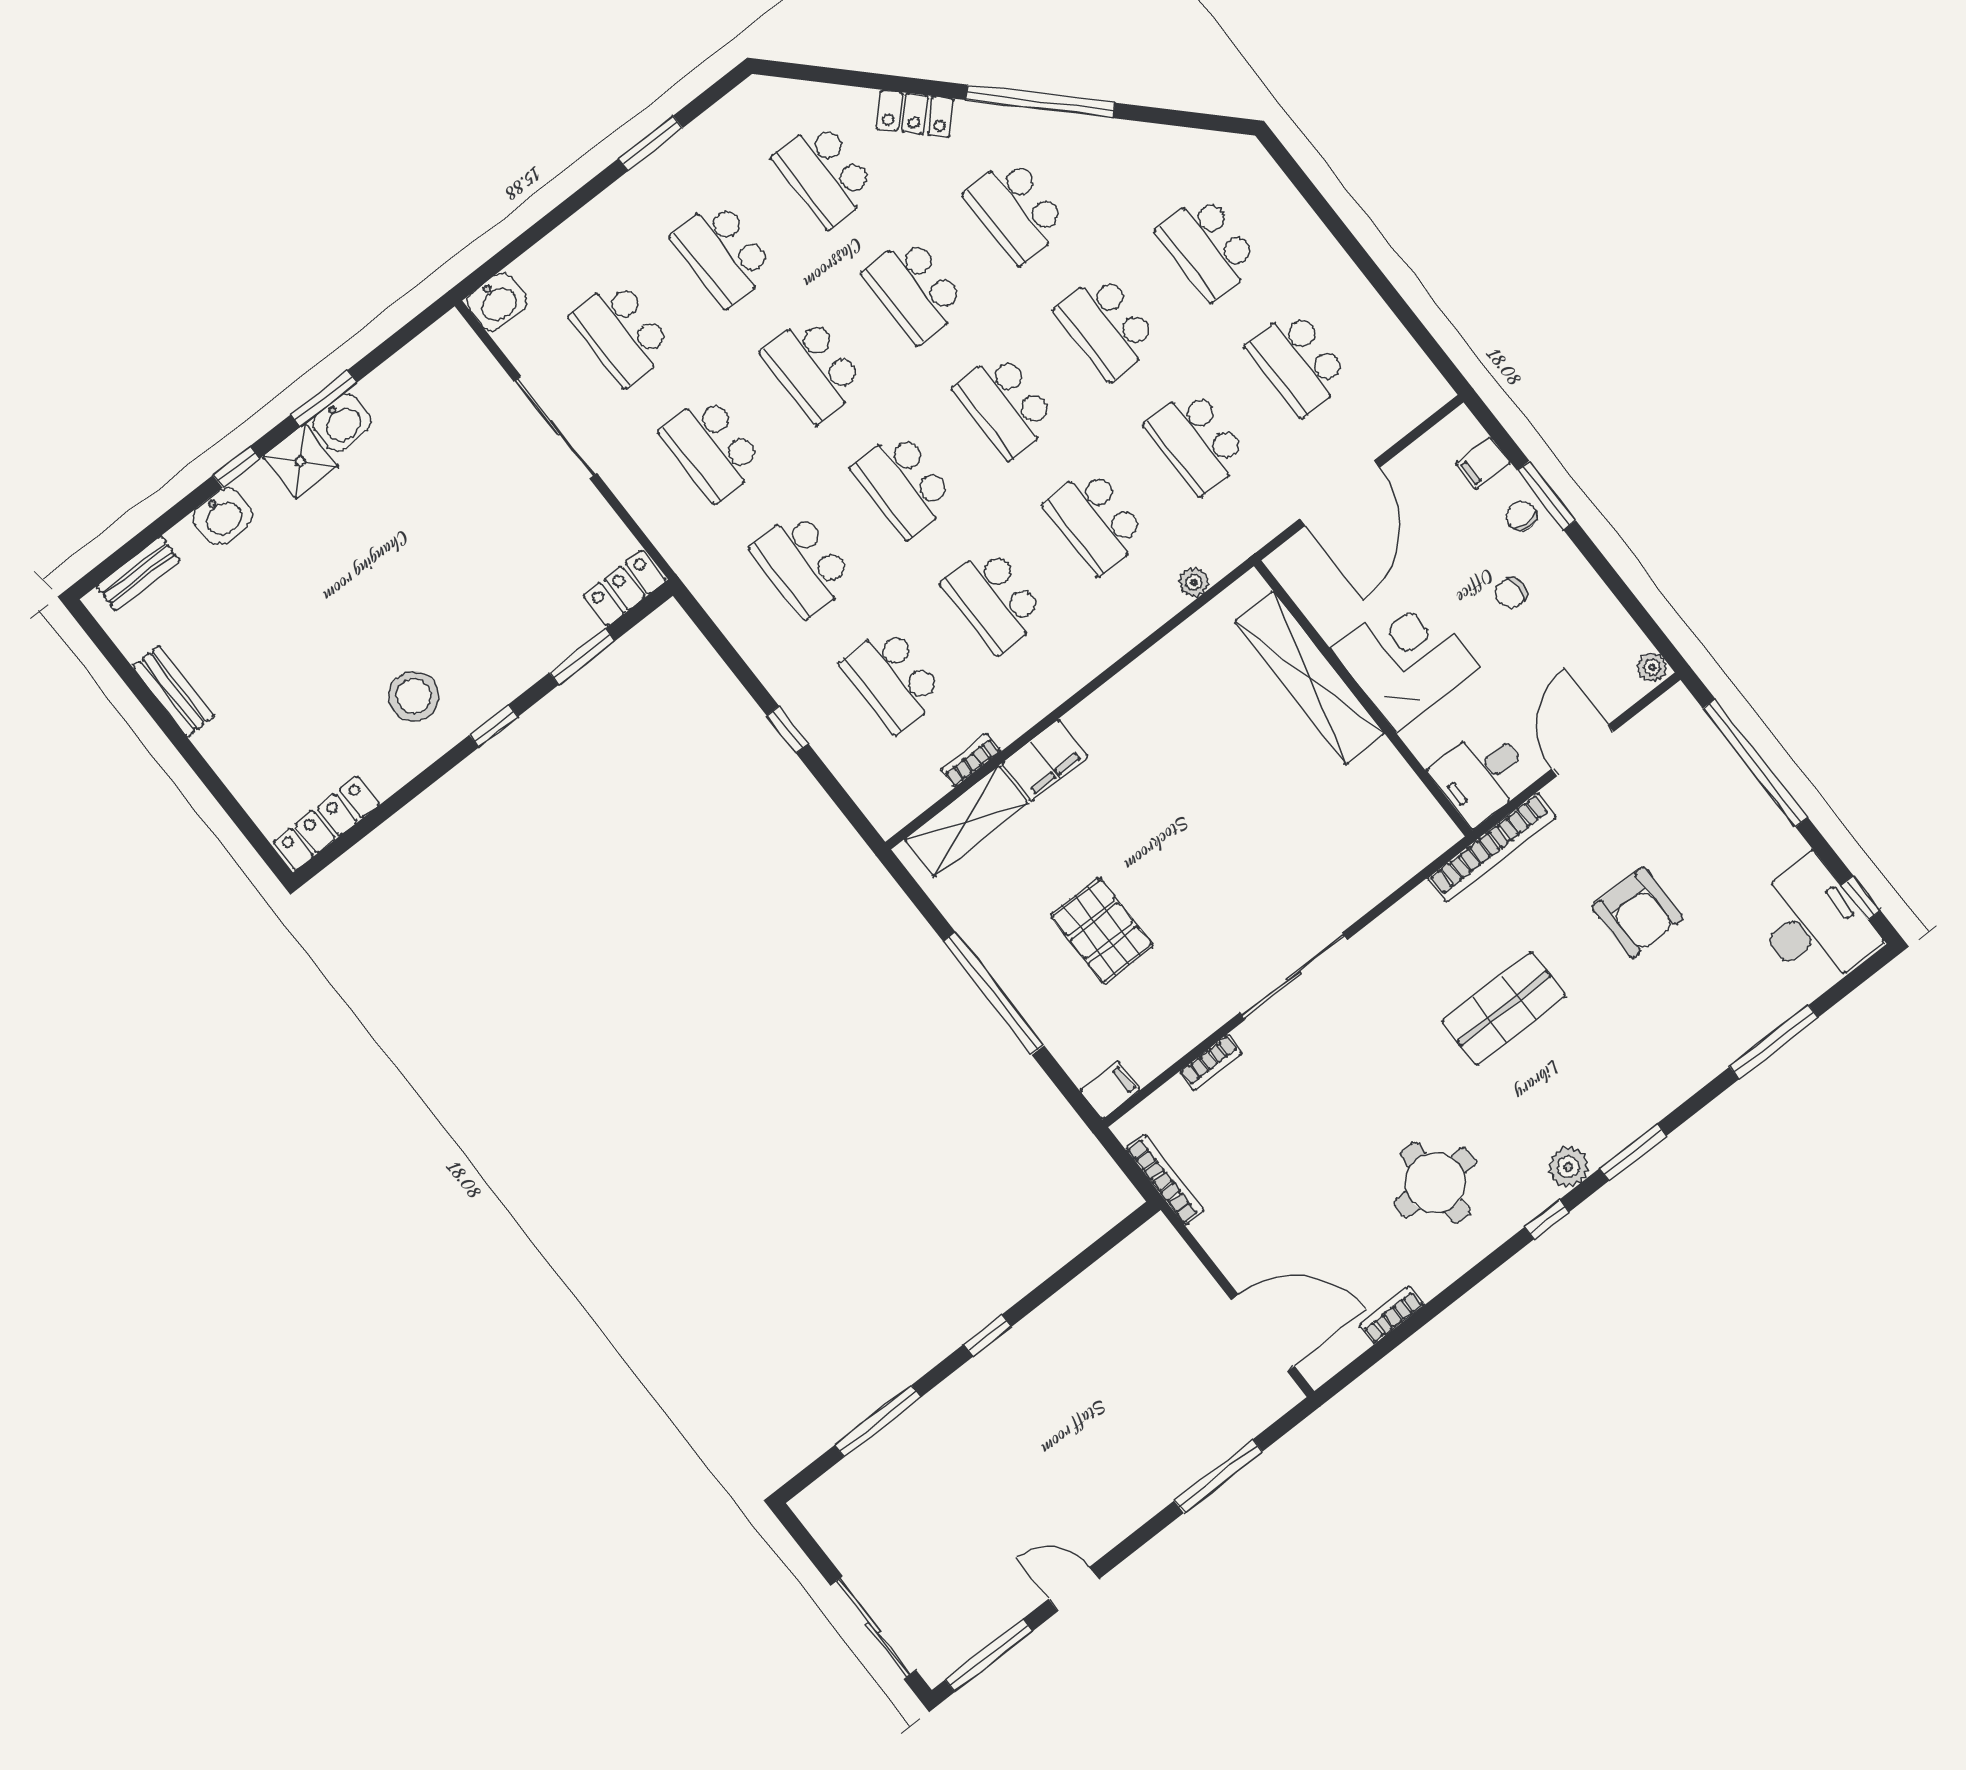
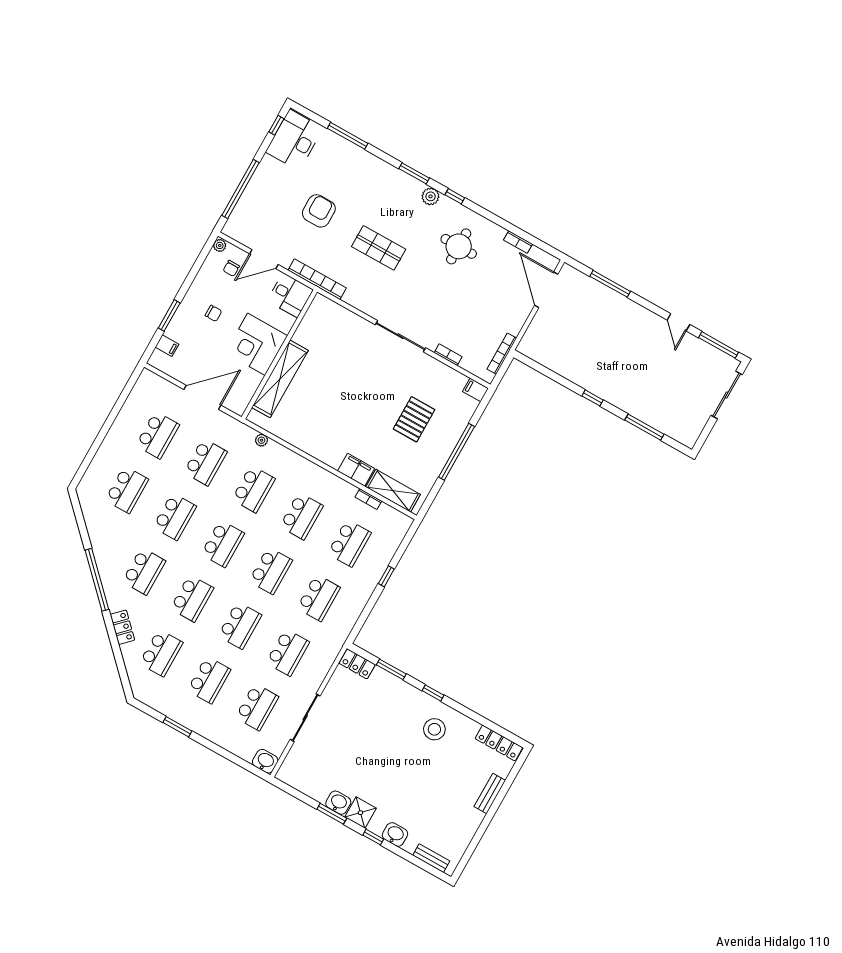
chair: (1521, 516) -> (231, 268), moved
bench: (173, 691) -> (490, 793), moved

